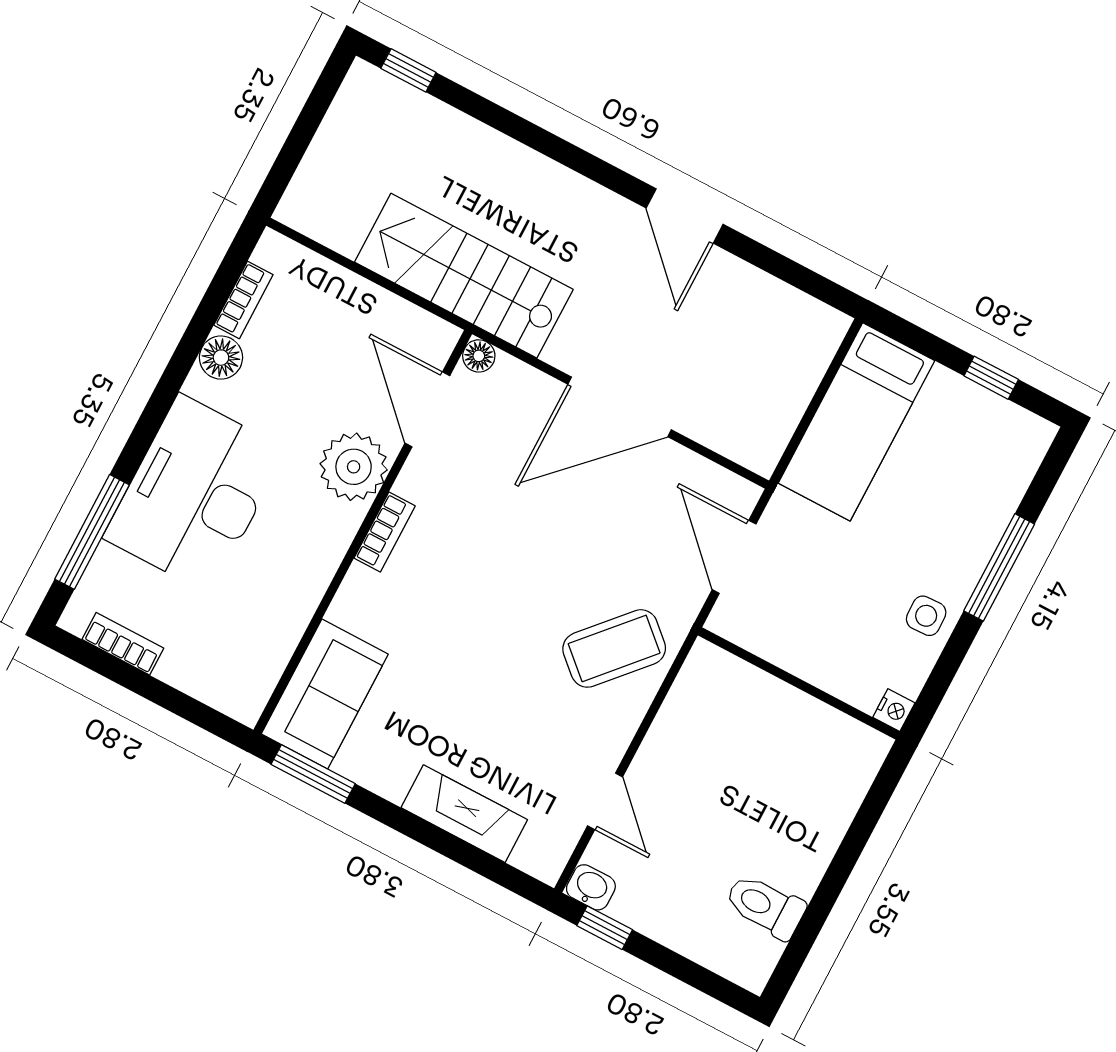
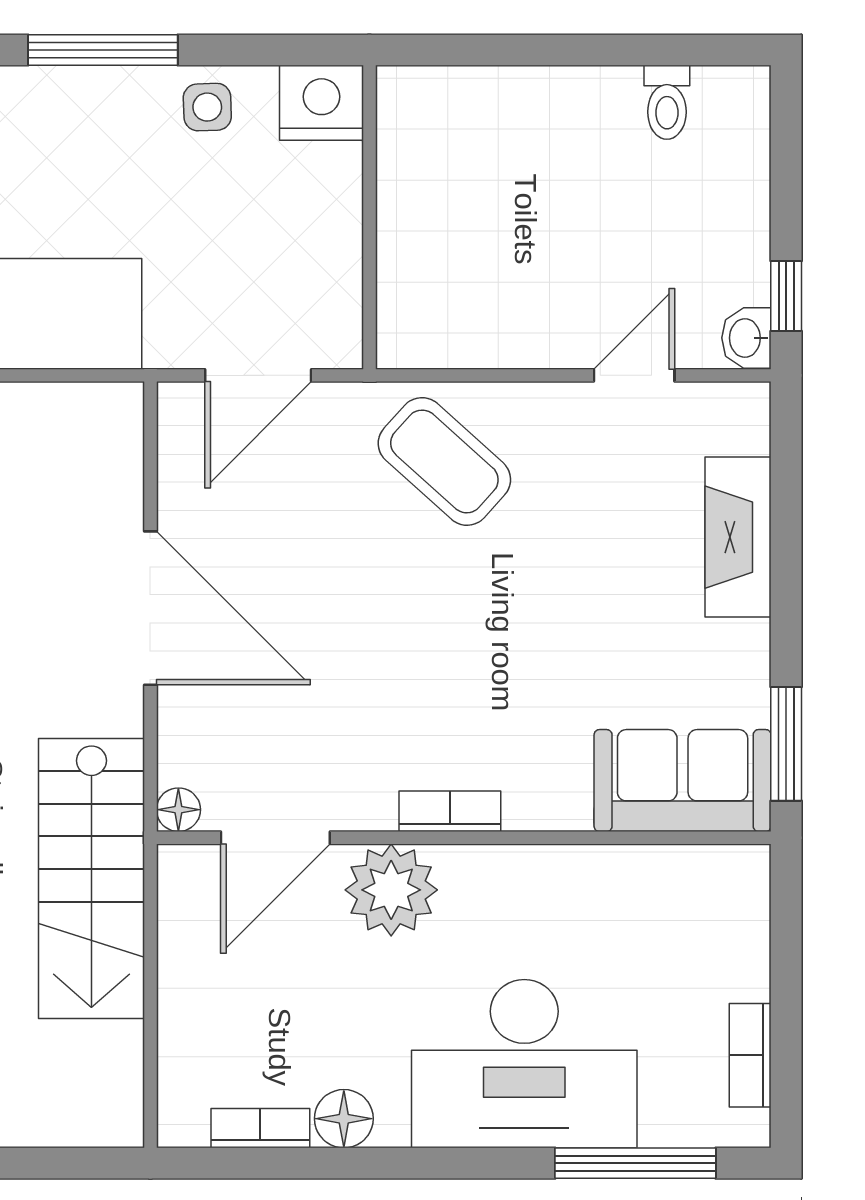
nightstand: (894, 710) -> (322, 103), width x1.89, depth x1.79
toilet: (765, 906) -> (667, 102), width x0.73, depth x0.72

